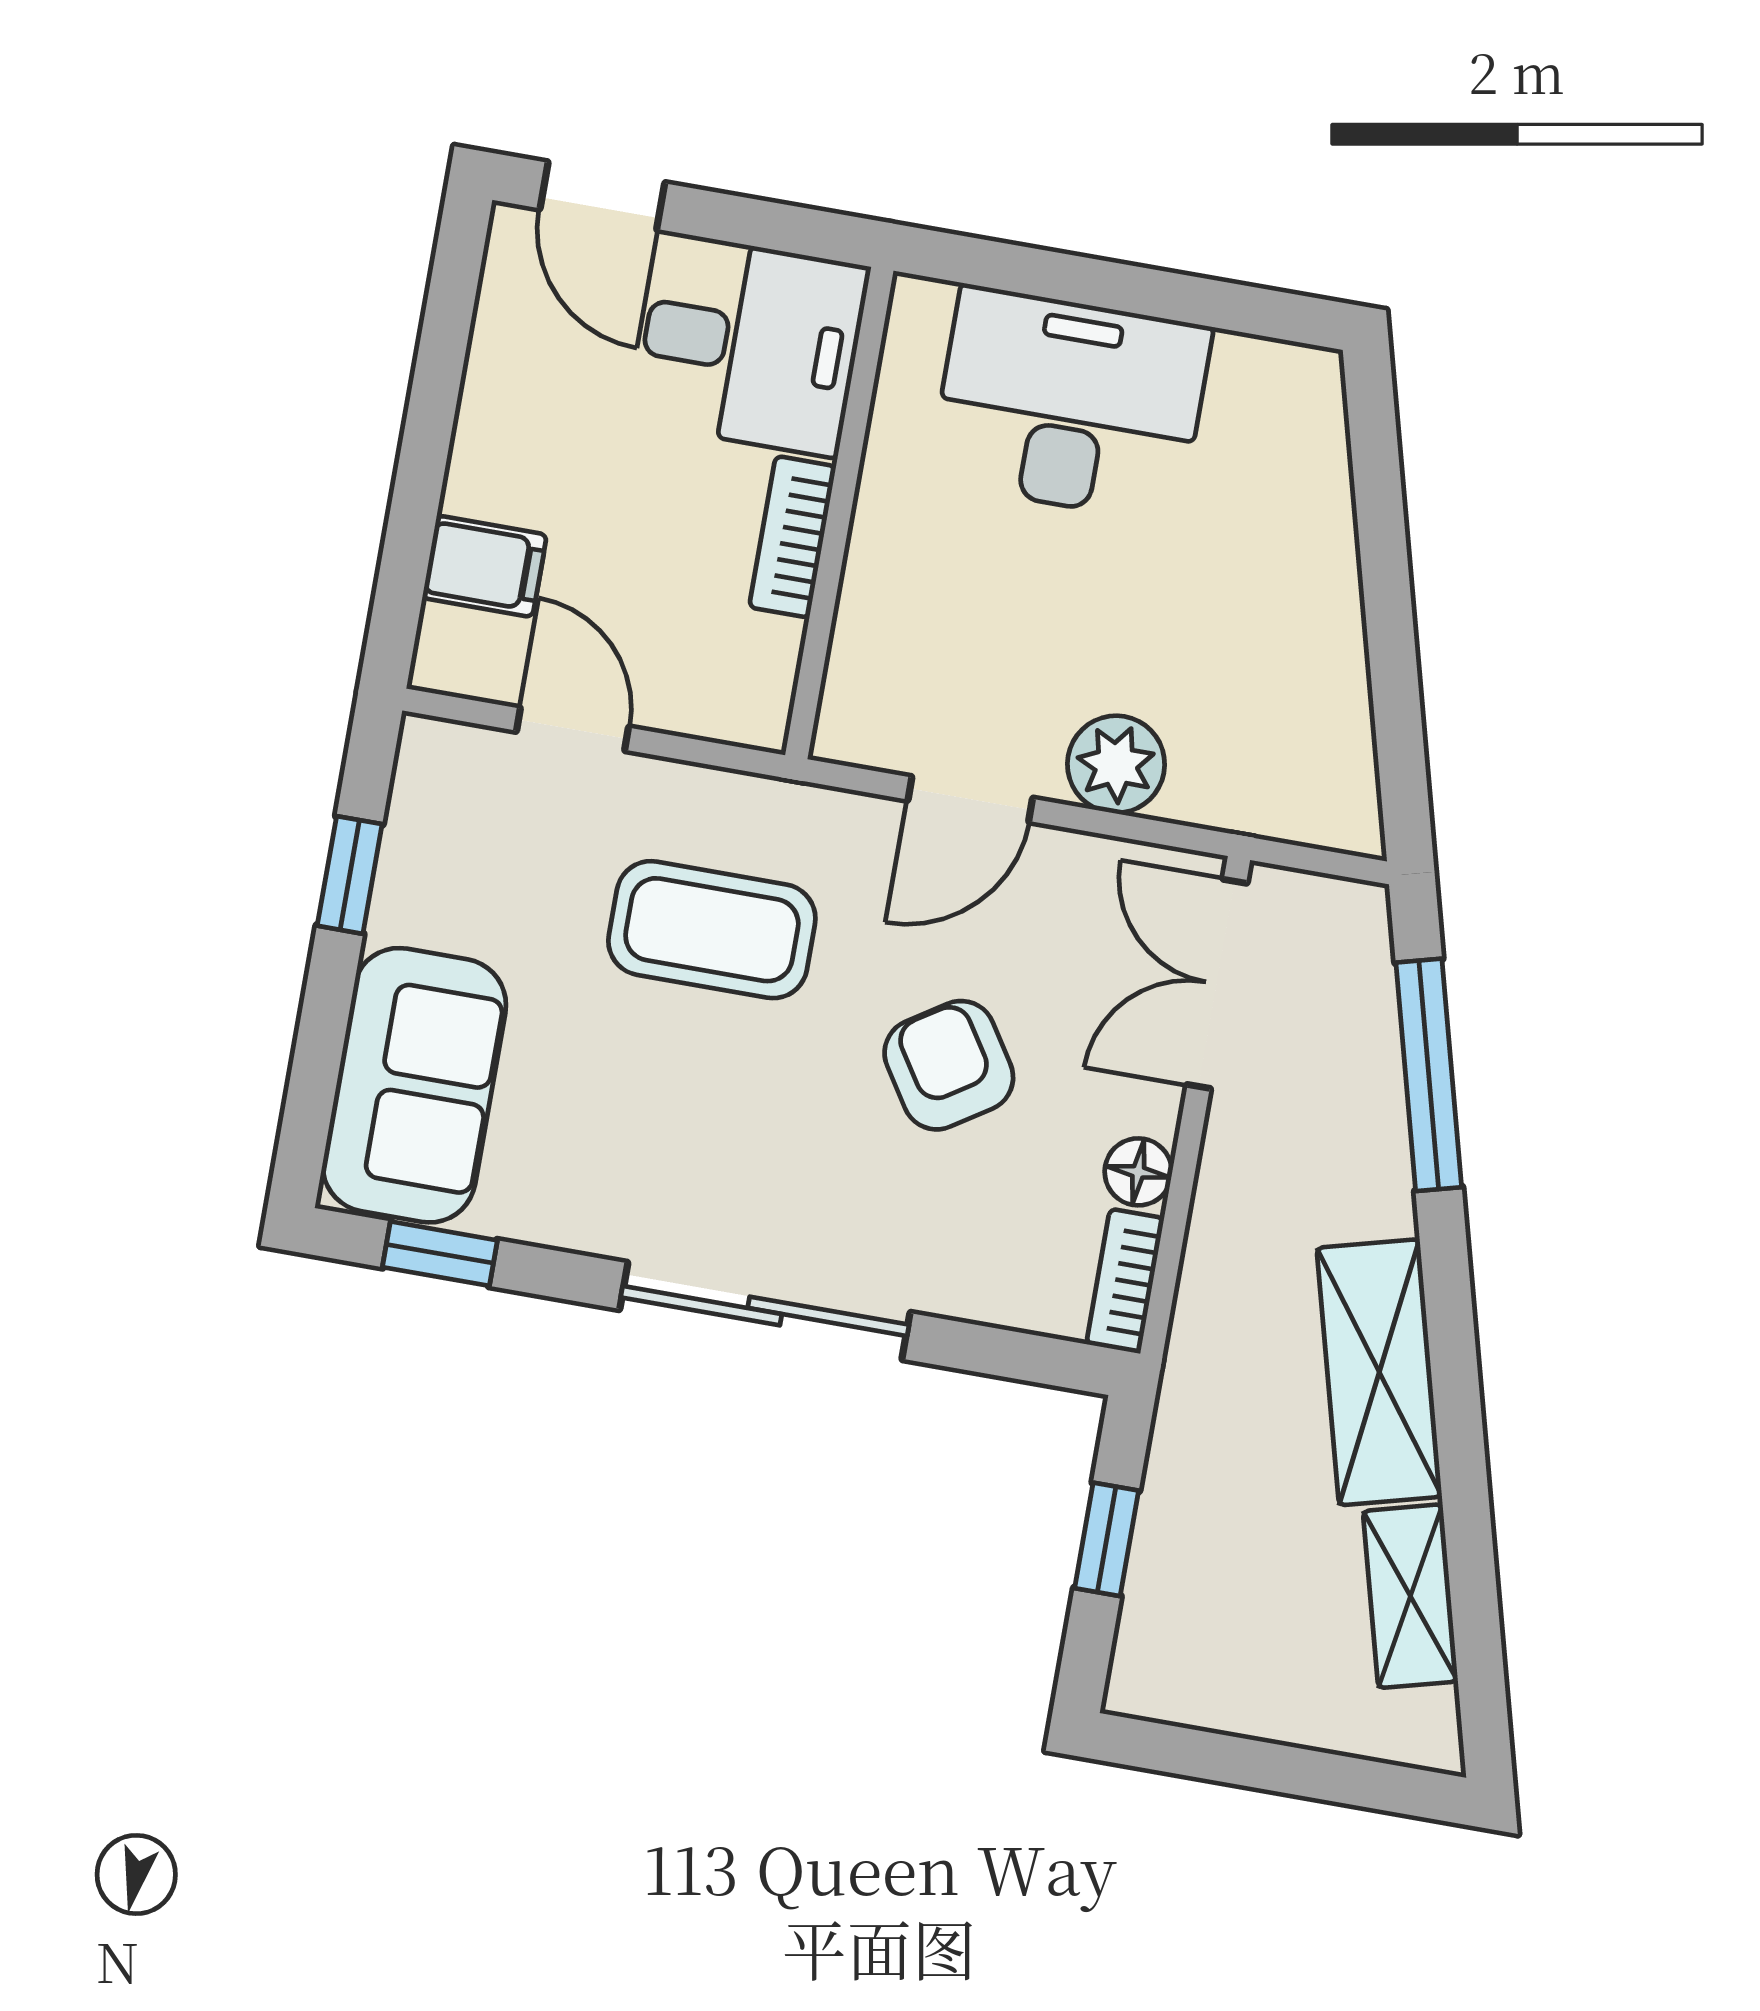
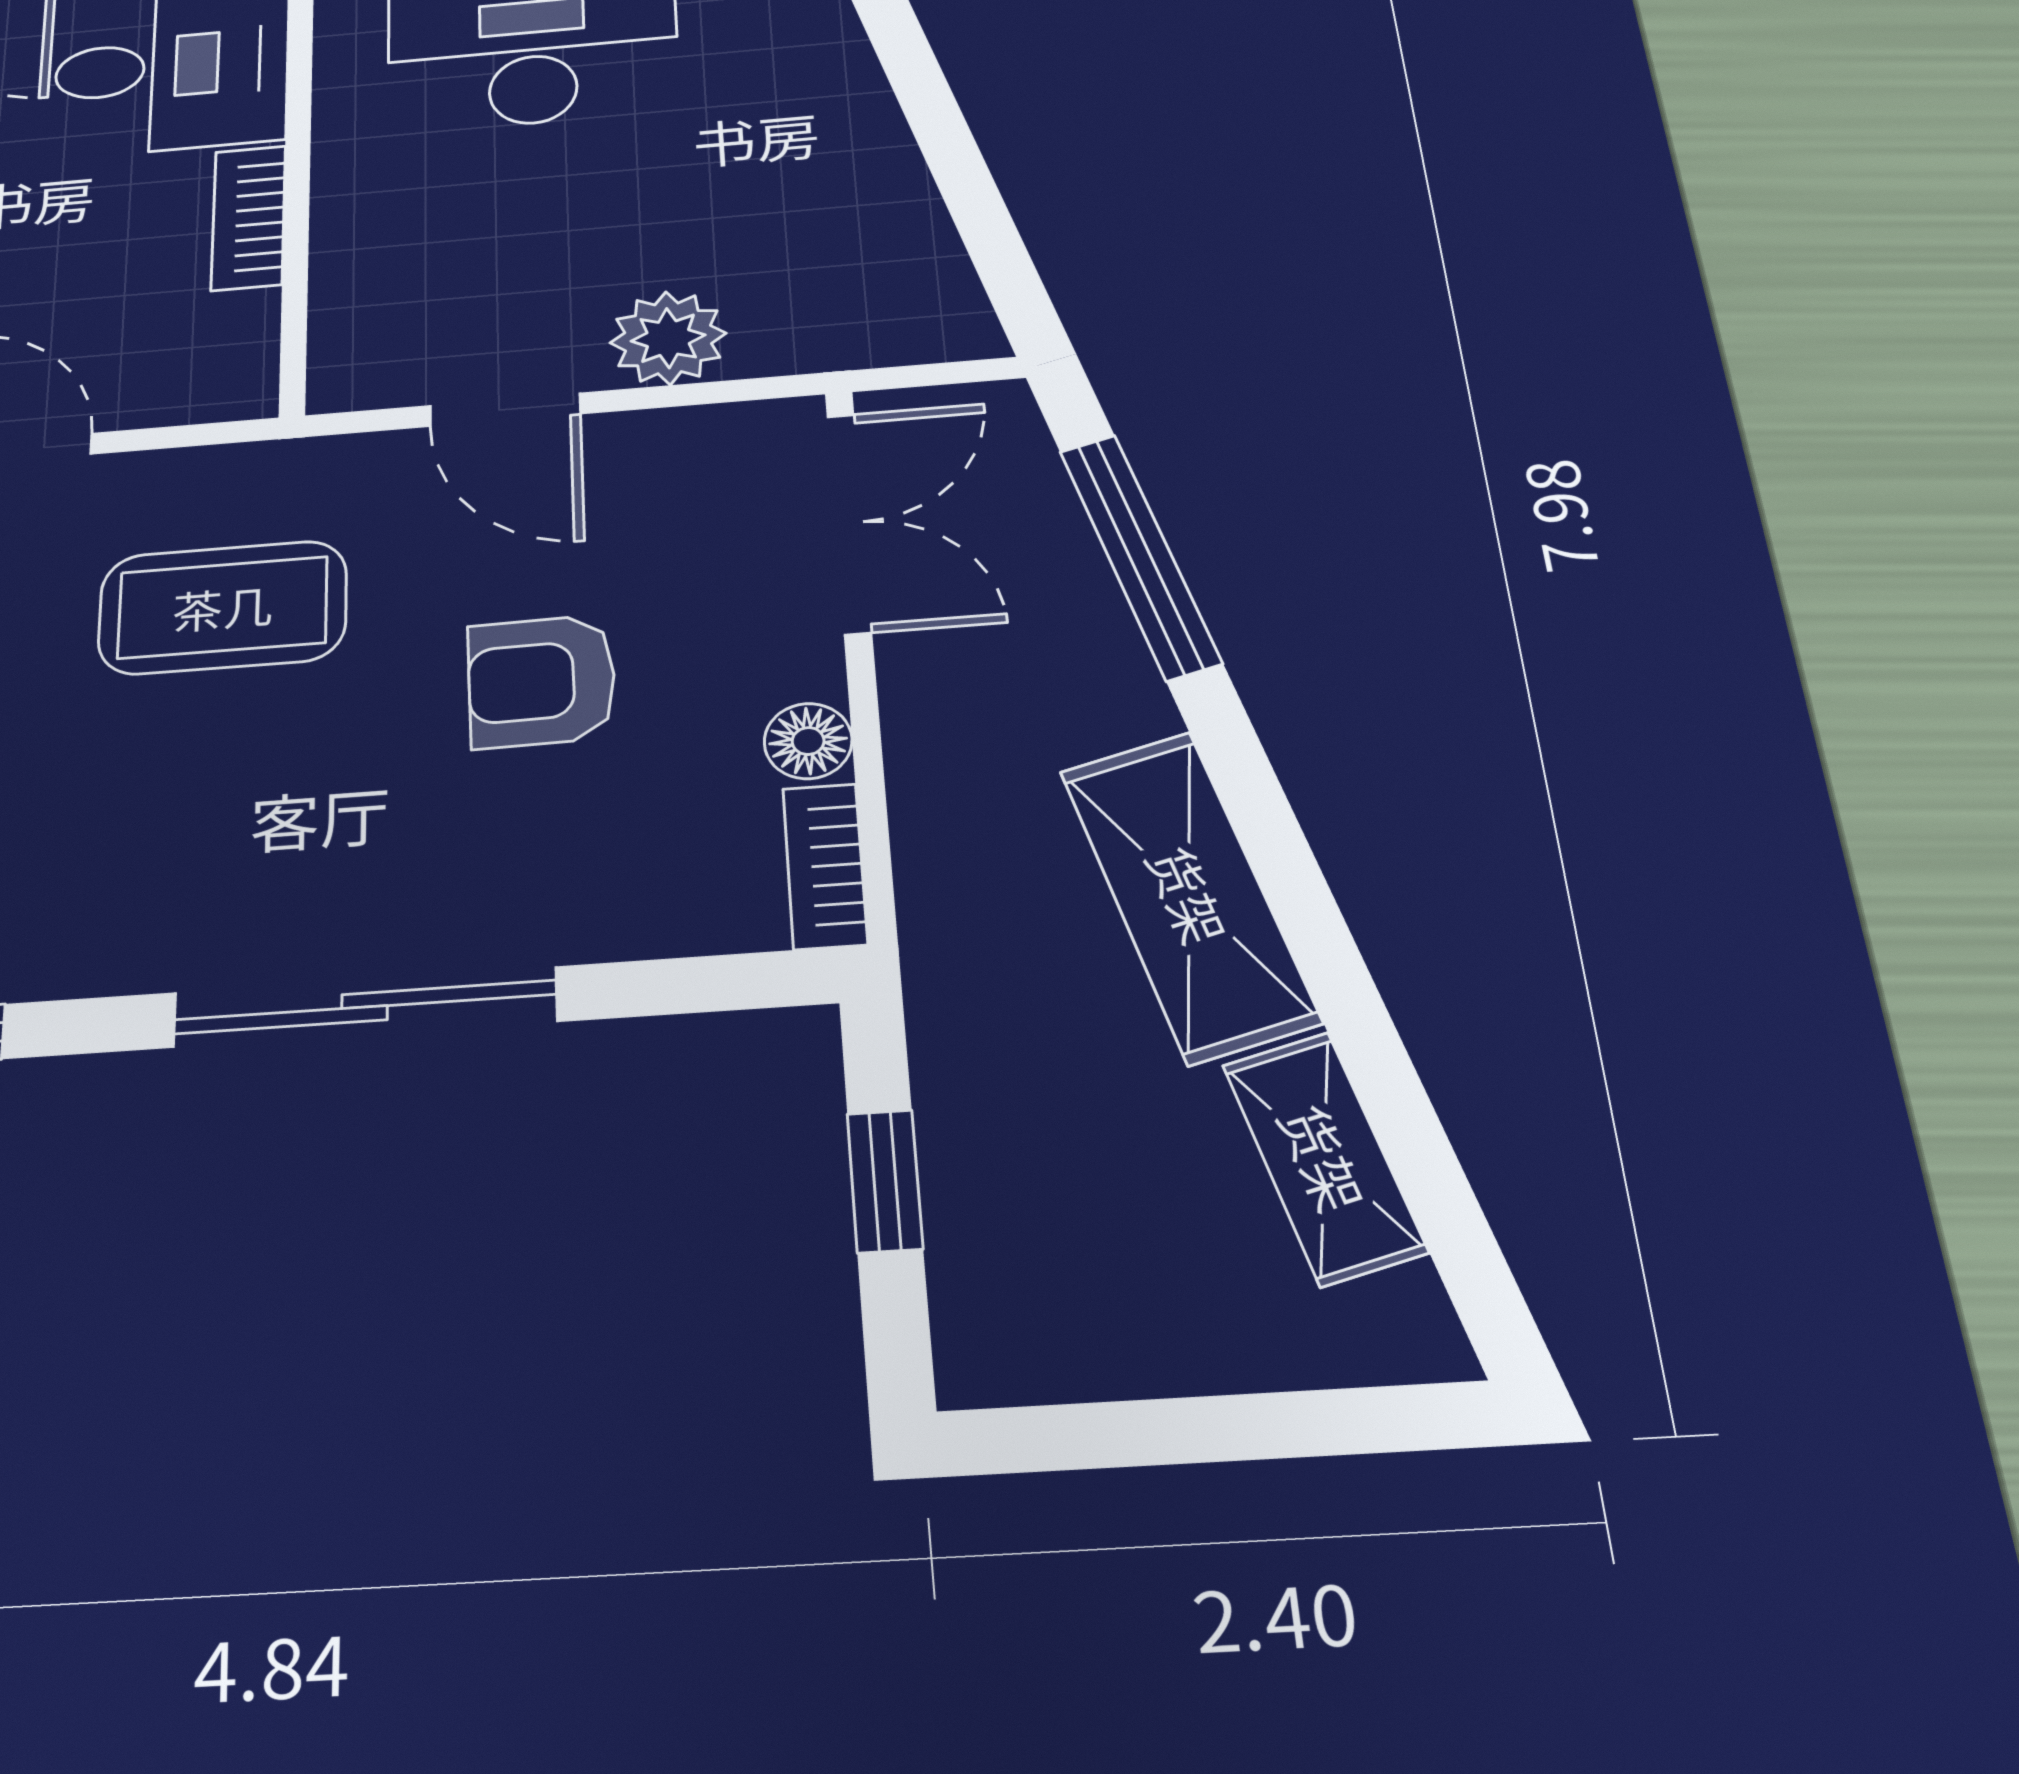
door: (970, 799) -> (505, 410), hinge flipped
double door: (1217, 984) -> (849, 523), swing flipped
armchair: (949, 1065) -> (542, 681), turned -58

